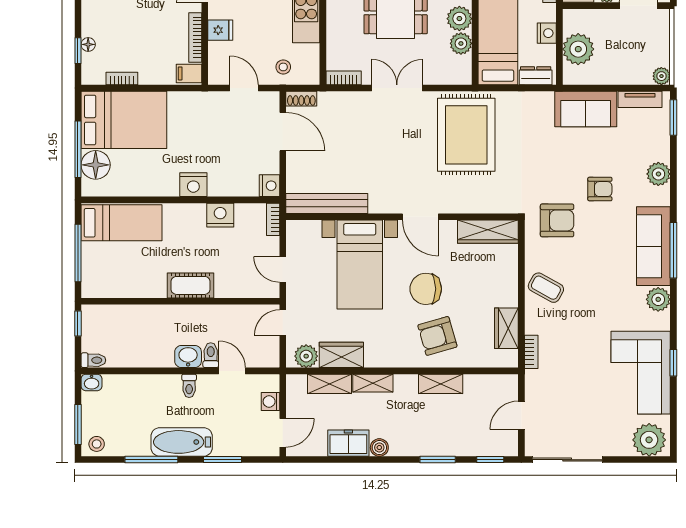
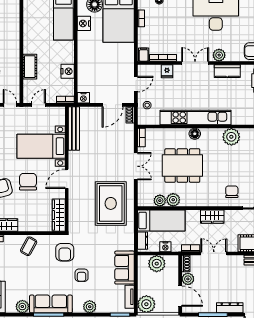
plant: (661, 76) -> (146, 304), width x1.87, depth x1.87
rug: (466, 135) -> (111, 203), turned 90
nightstand: (193, 185) -> (84, 23), moved
cot: (191, 285) -> (30, 67), moved

